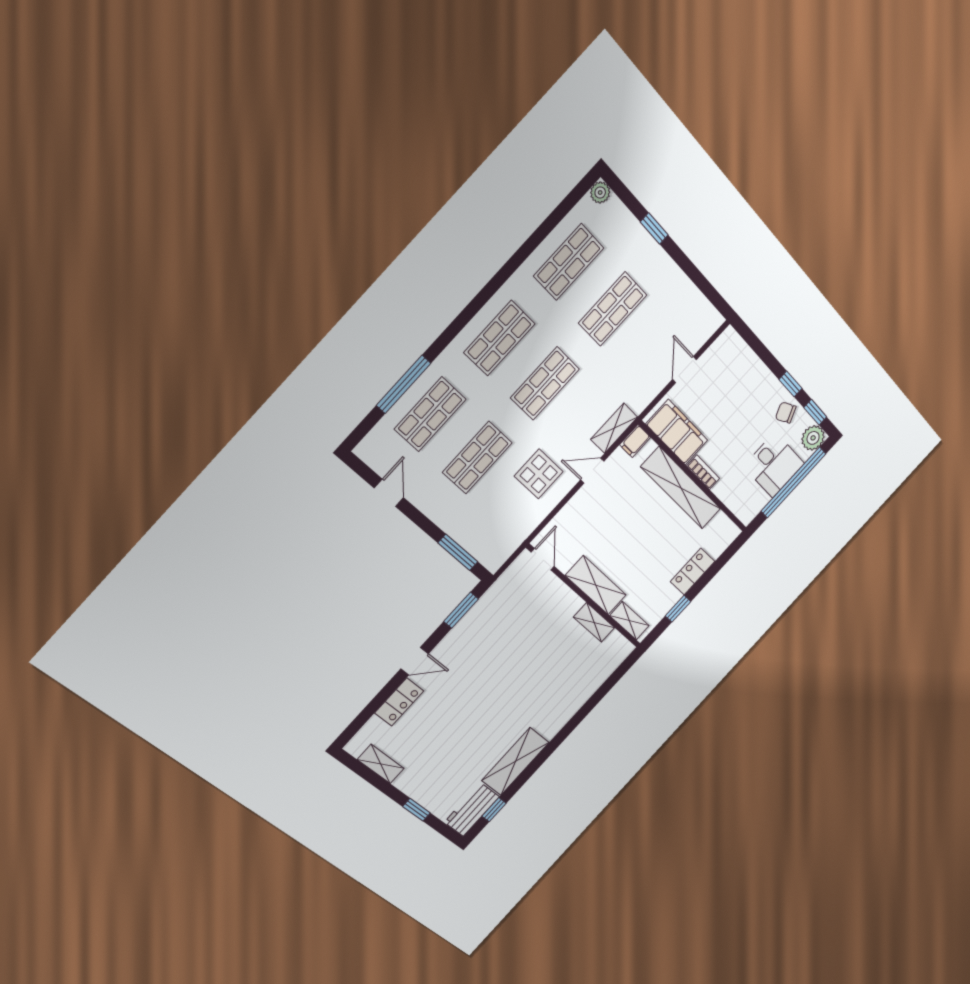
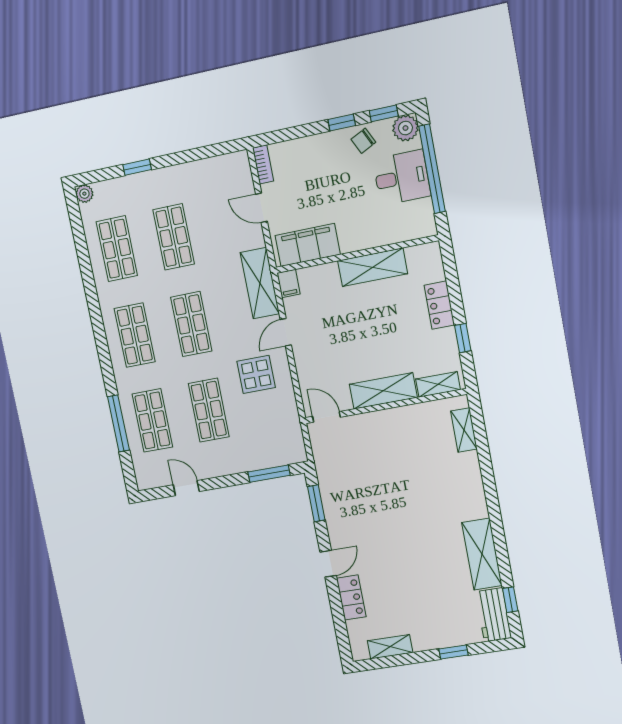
shelving: (614, 428) -> (260, 283), width x1.50, depth x1.33
bookcase: (703, 472) -> (263, 164), moved, turned 90
shelving: (681, 488) -> (373, 267), width x0.68
shelving: (594, 622) -> (464, 430), moved, turned 90

